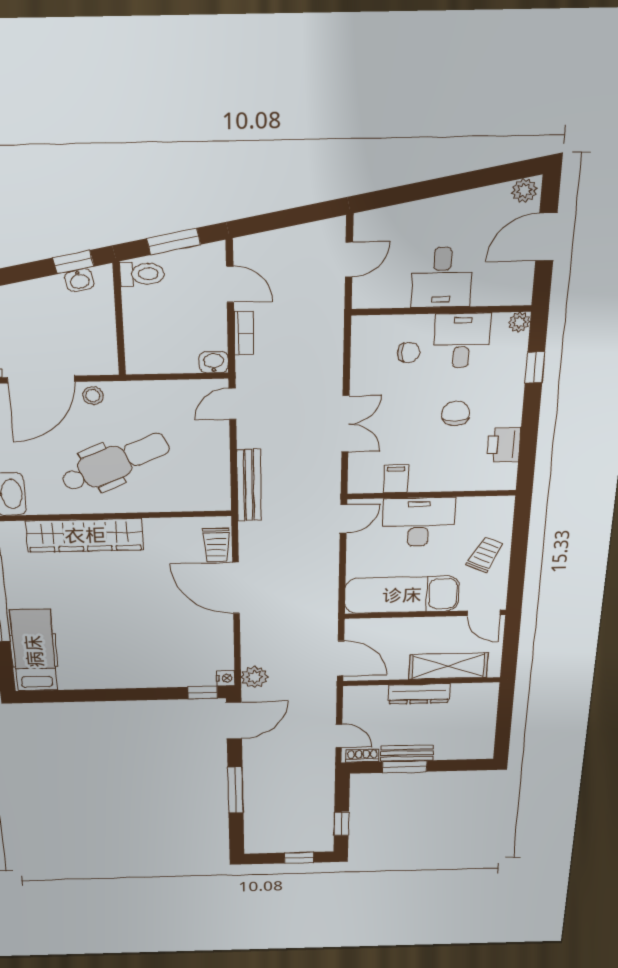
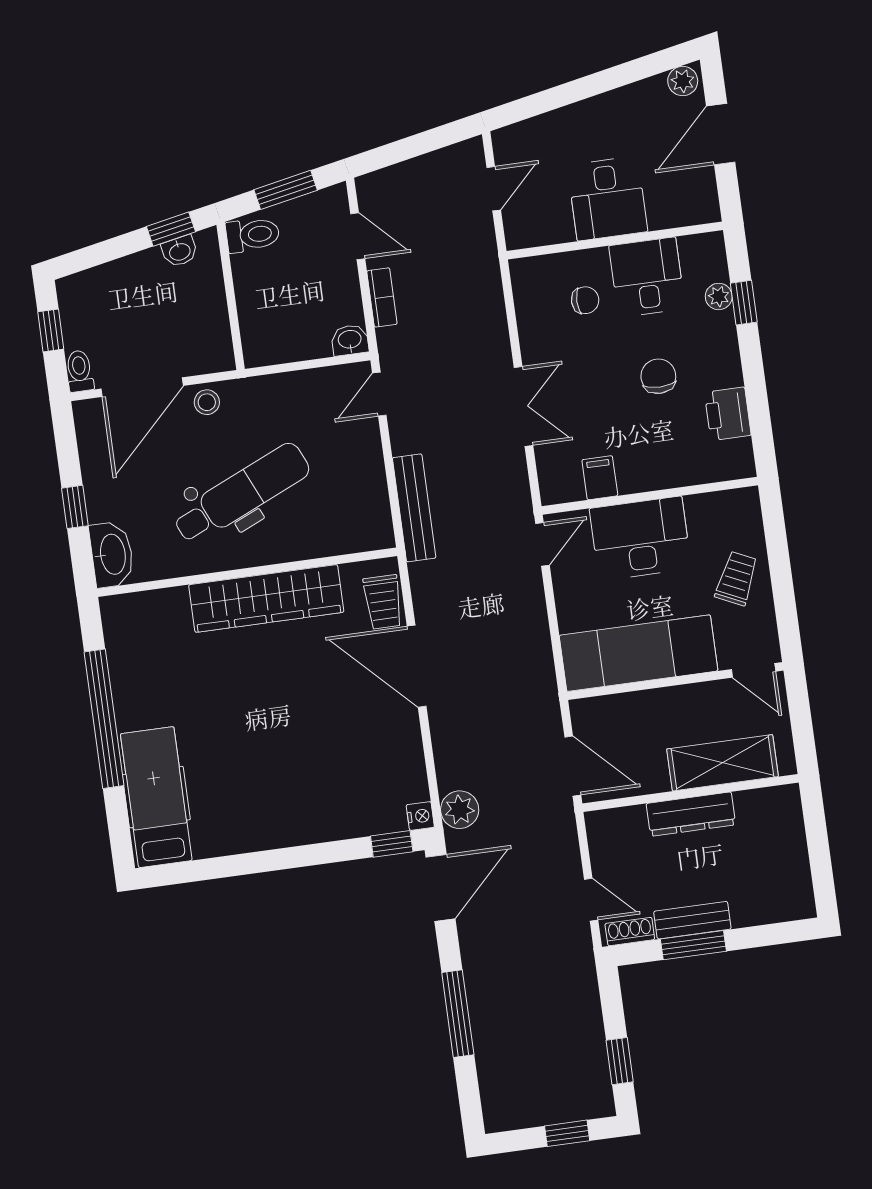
plant: (519, 322) -> (719, 296), moved
wardrobe: (85, 535) -> (266, 598), moved

